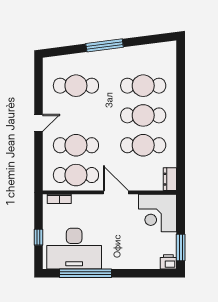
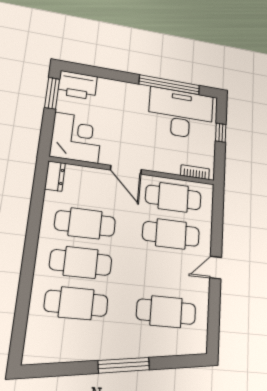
printer: (168, 262) -> (78, 85), width x1.87, depth x1.48

